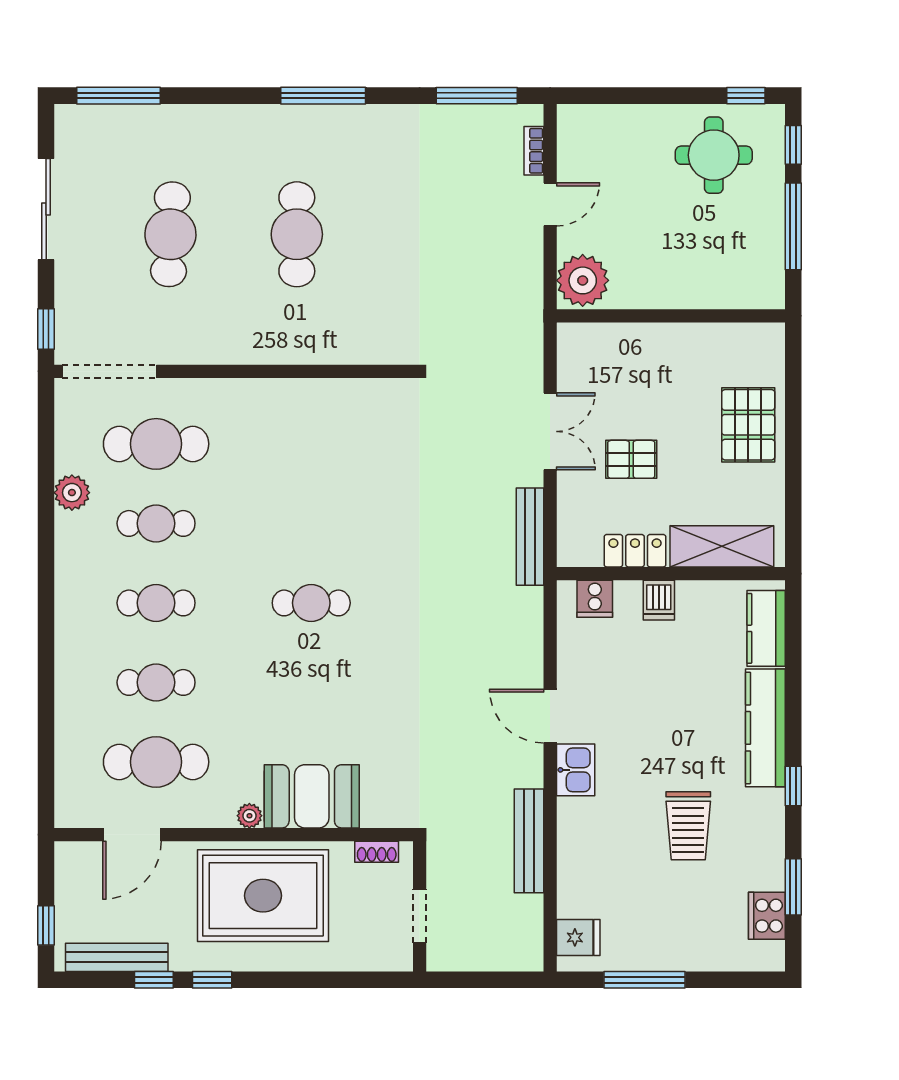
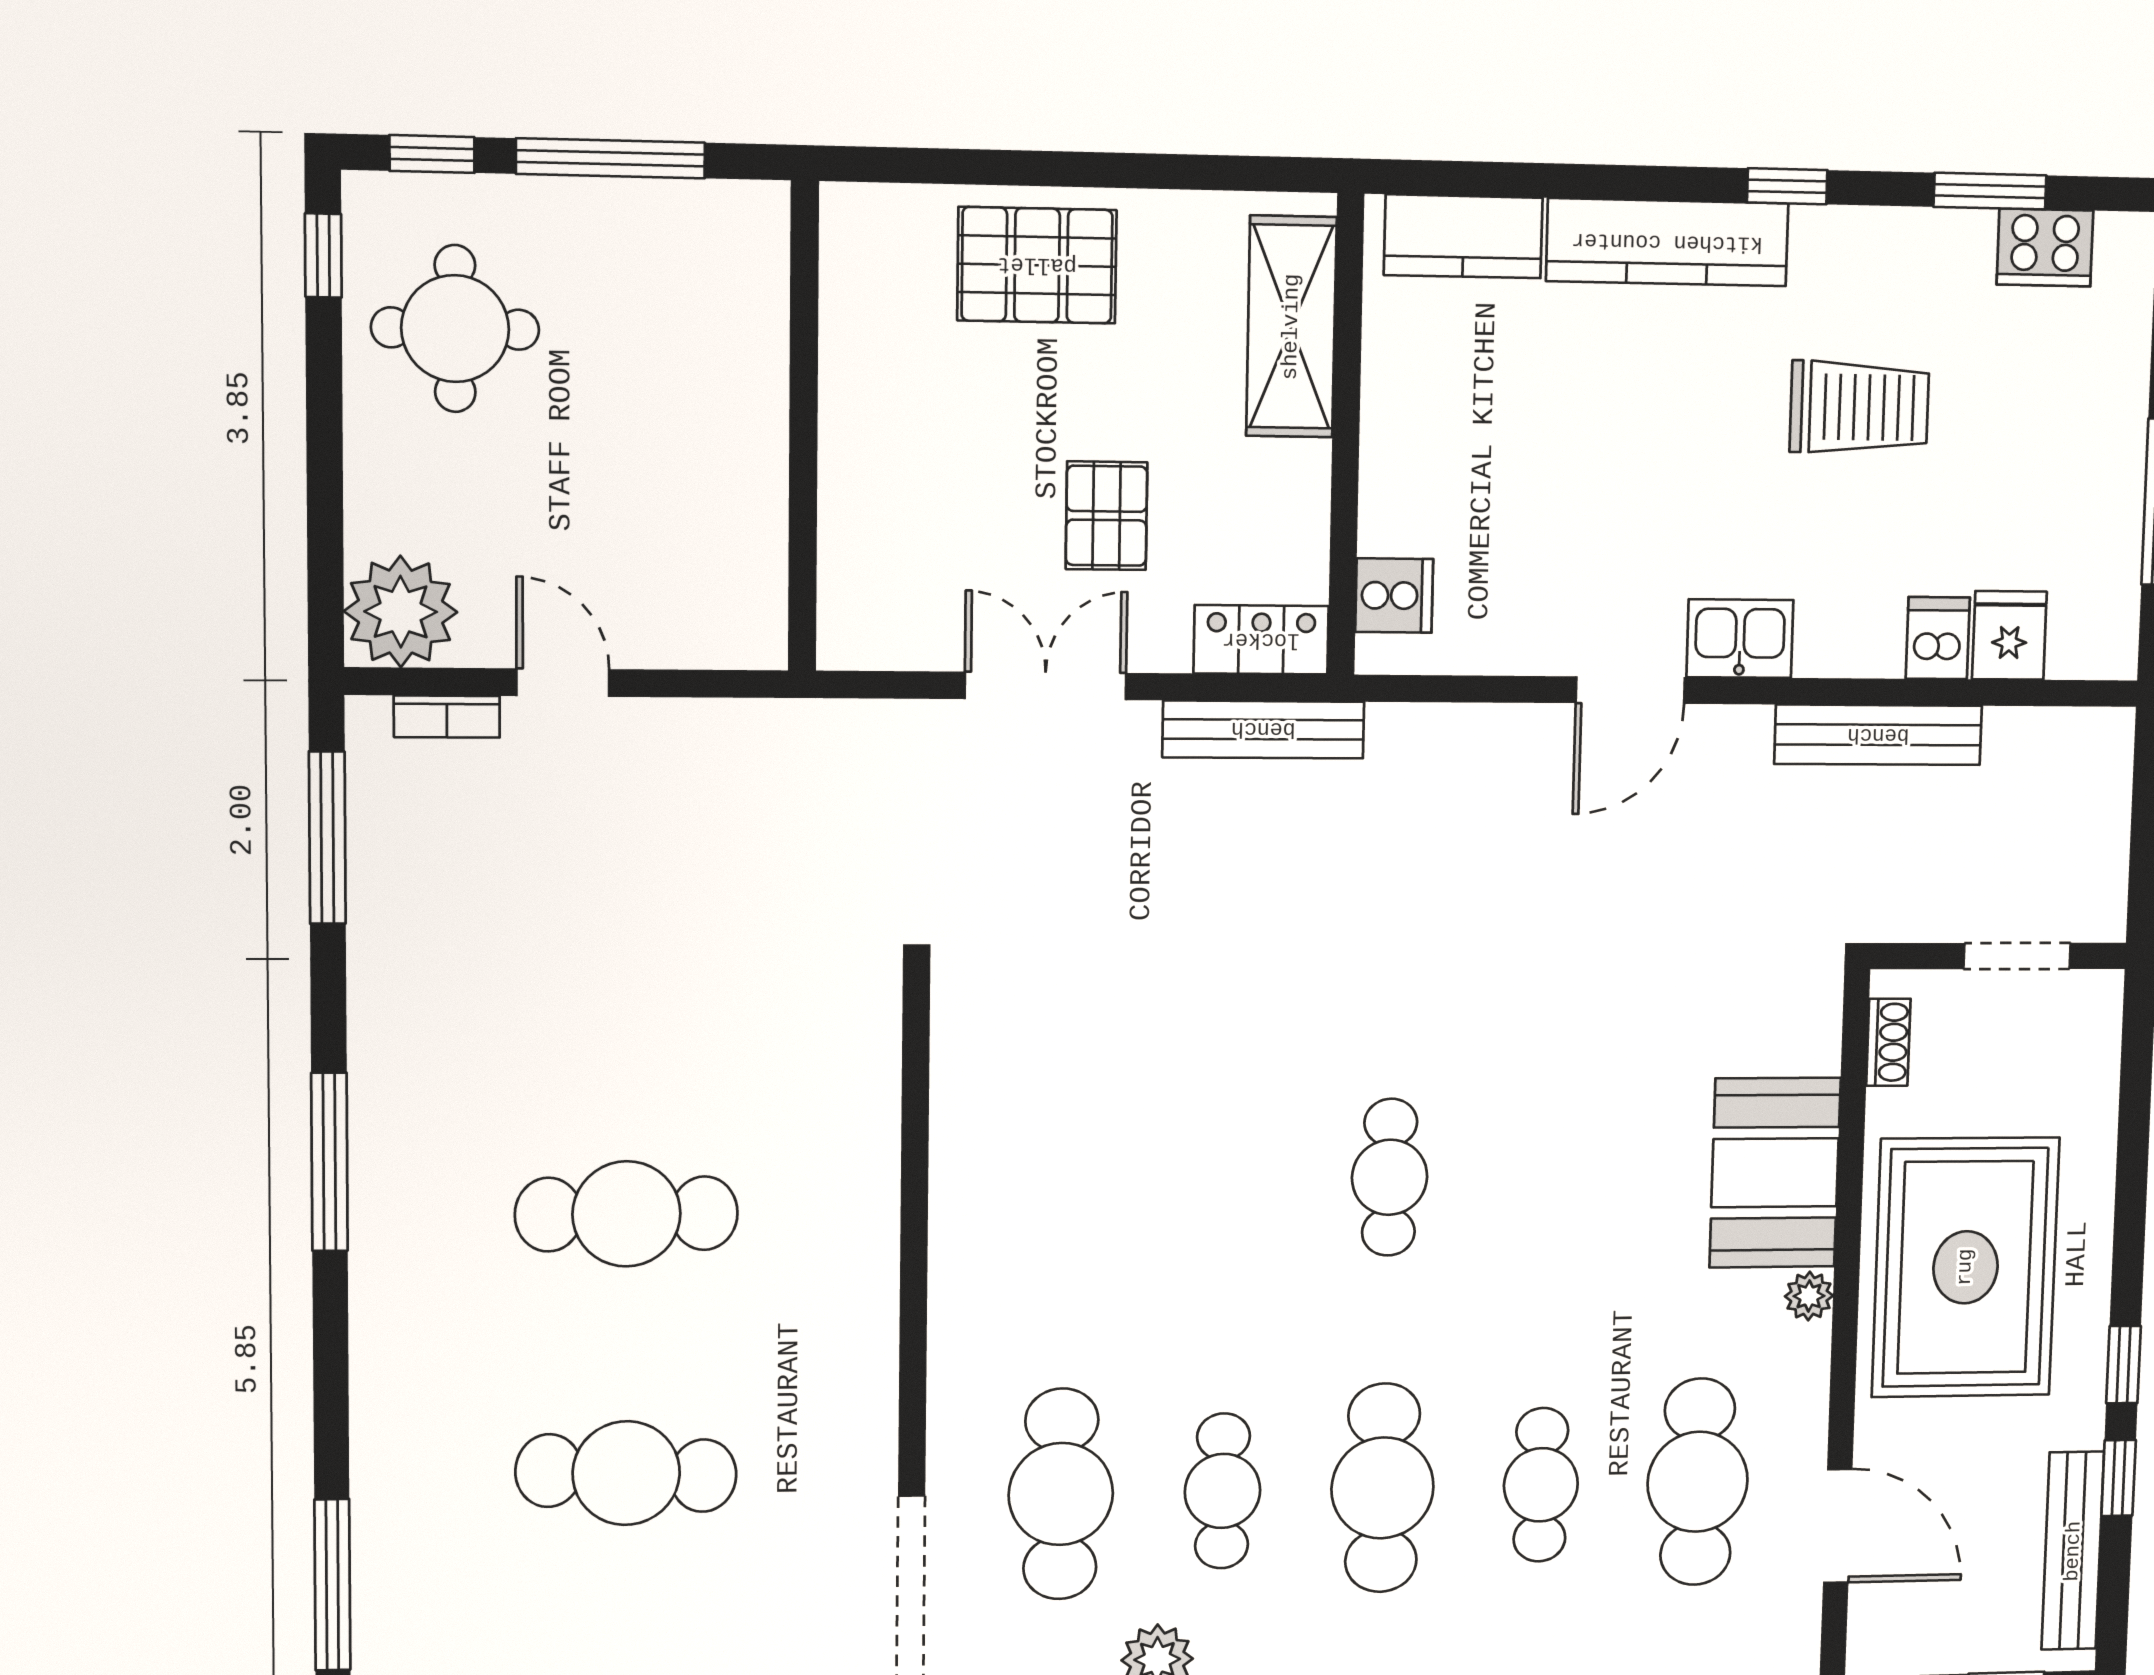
plant: (583, 280) -> (401, 612), moved
locker: (635, 551) -> (1261, 640), moved, turned 90
dishwasher: (659, 600) -> (1938, 638), moved, turned -90
cafe table: (156, 603) -> (1383, 1488), width x1.37, depth x1.35
fridge: (578, 937) -> (2009, 635), moved

